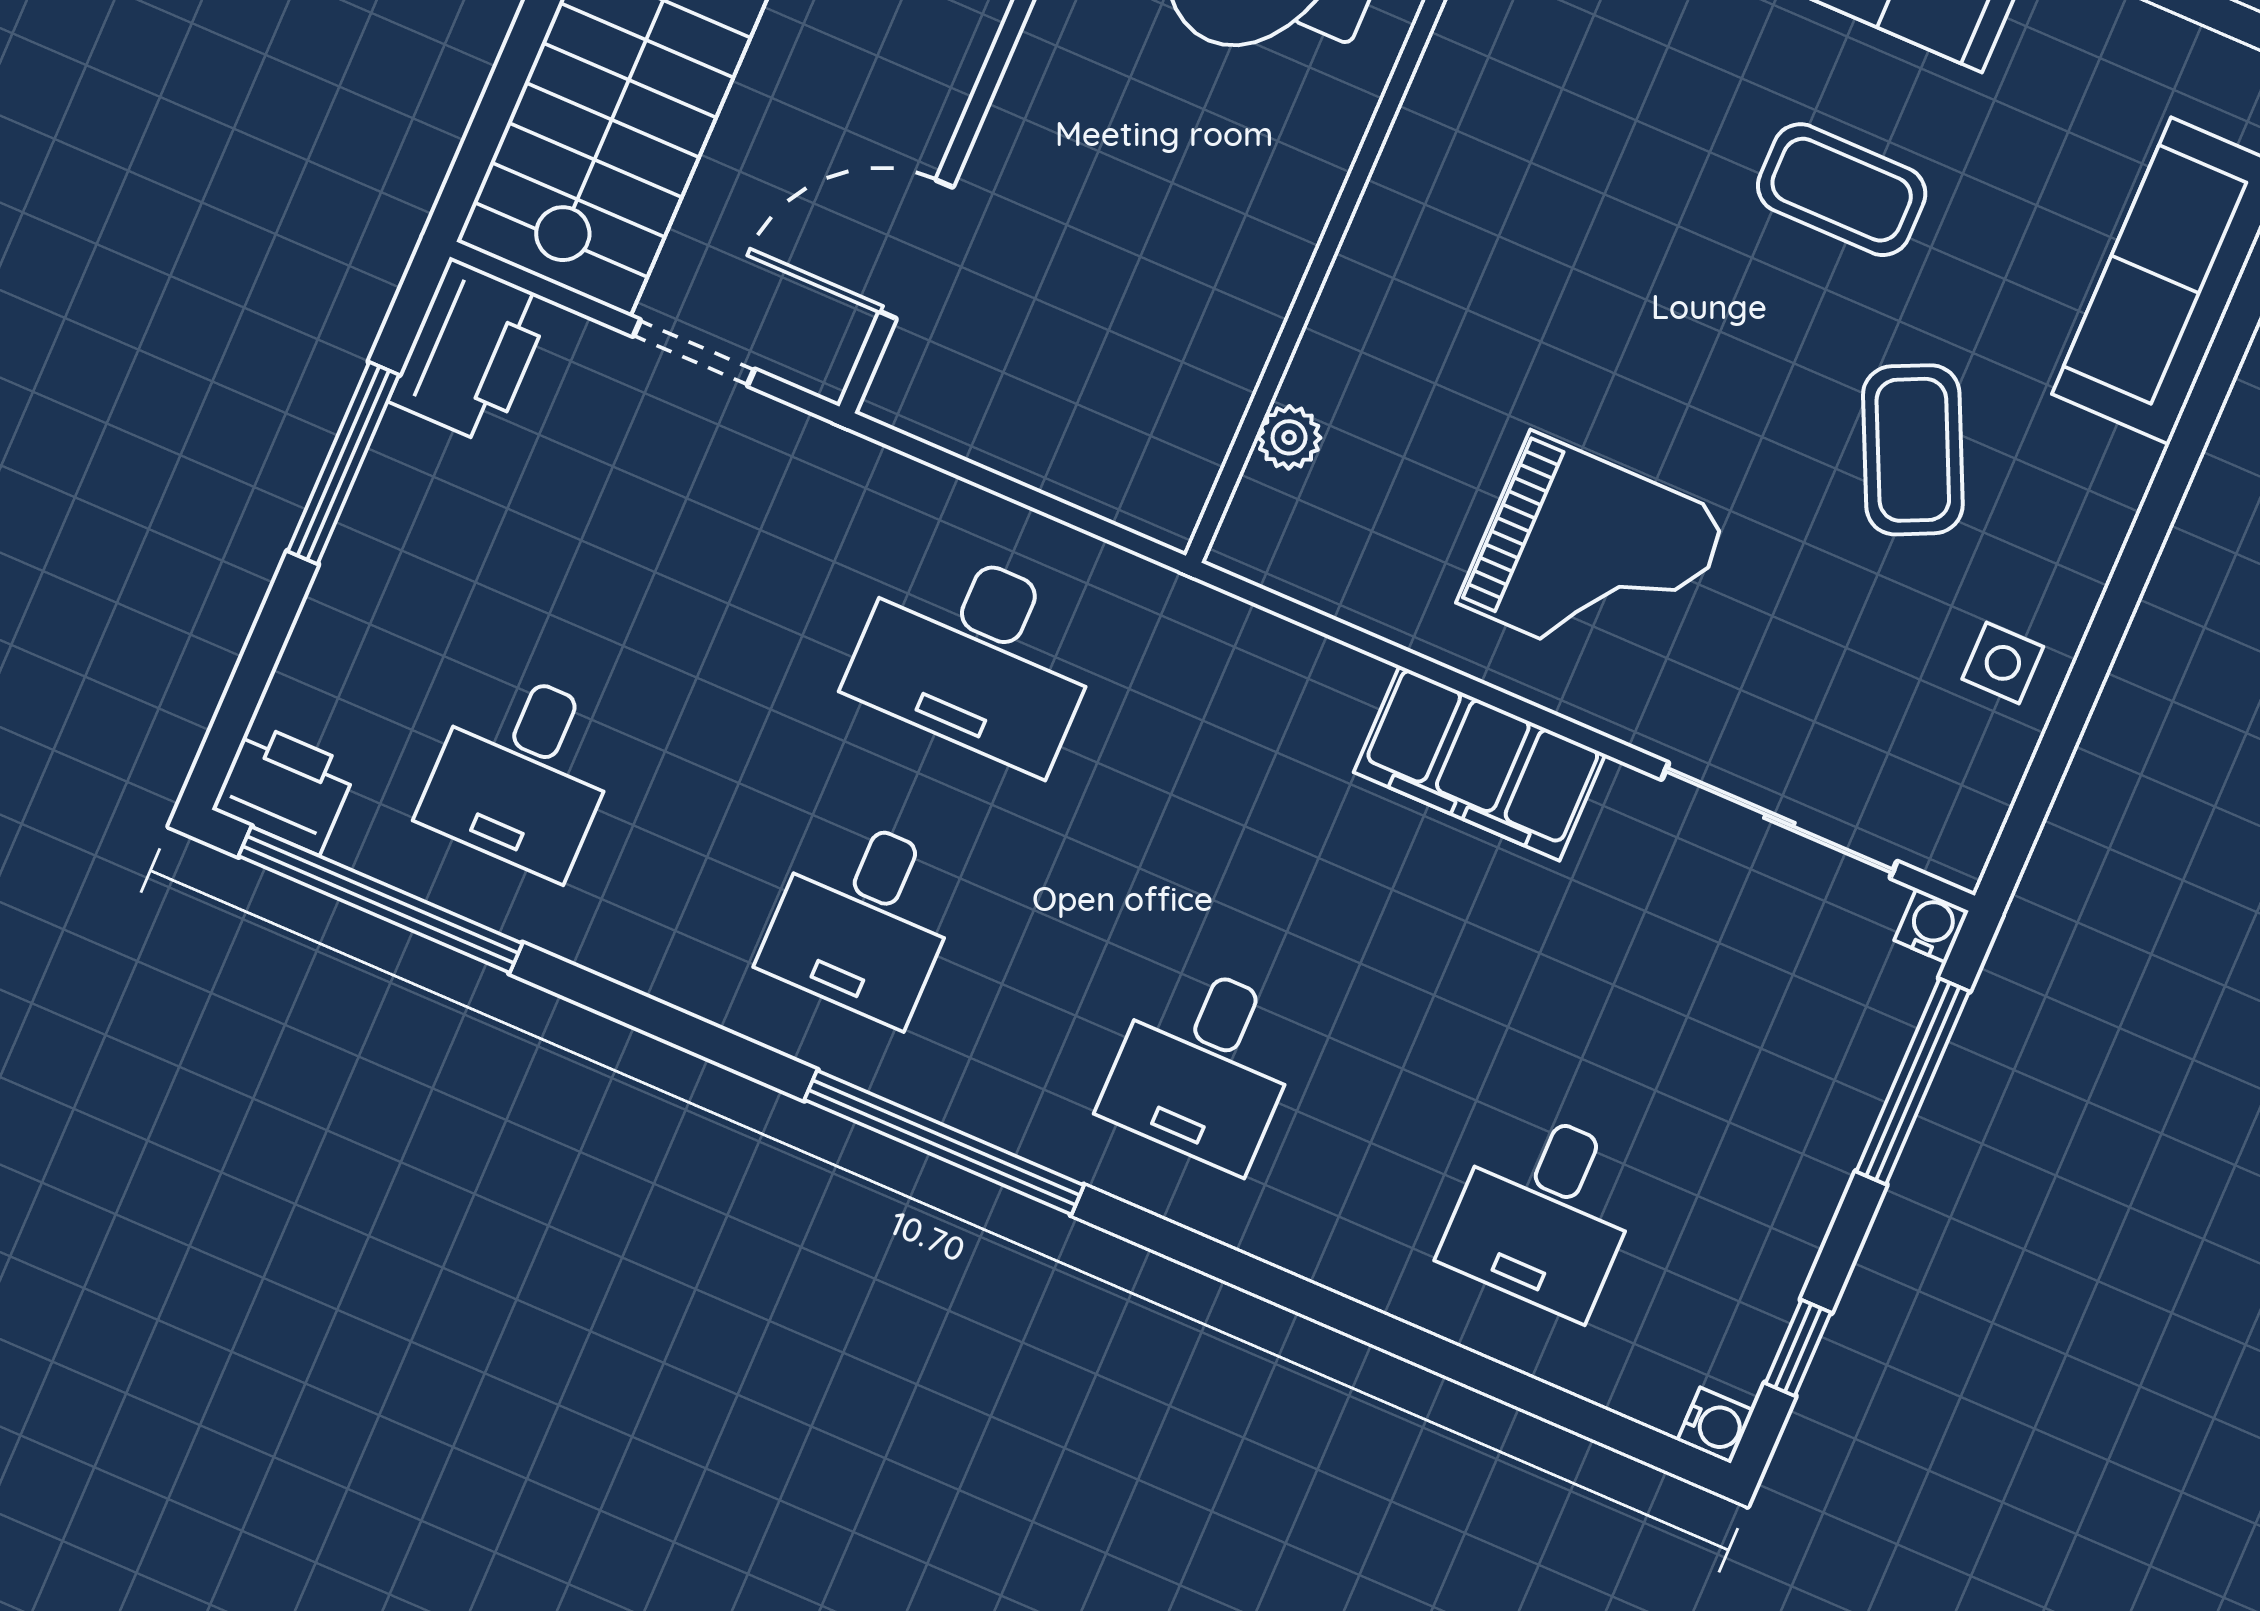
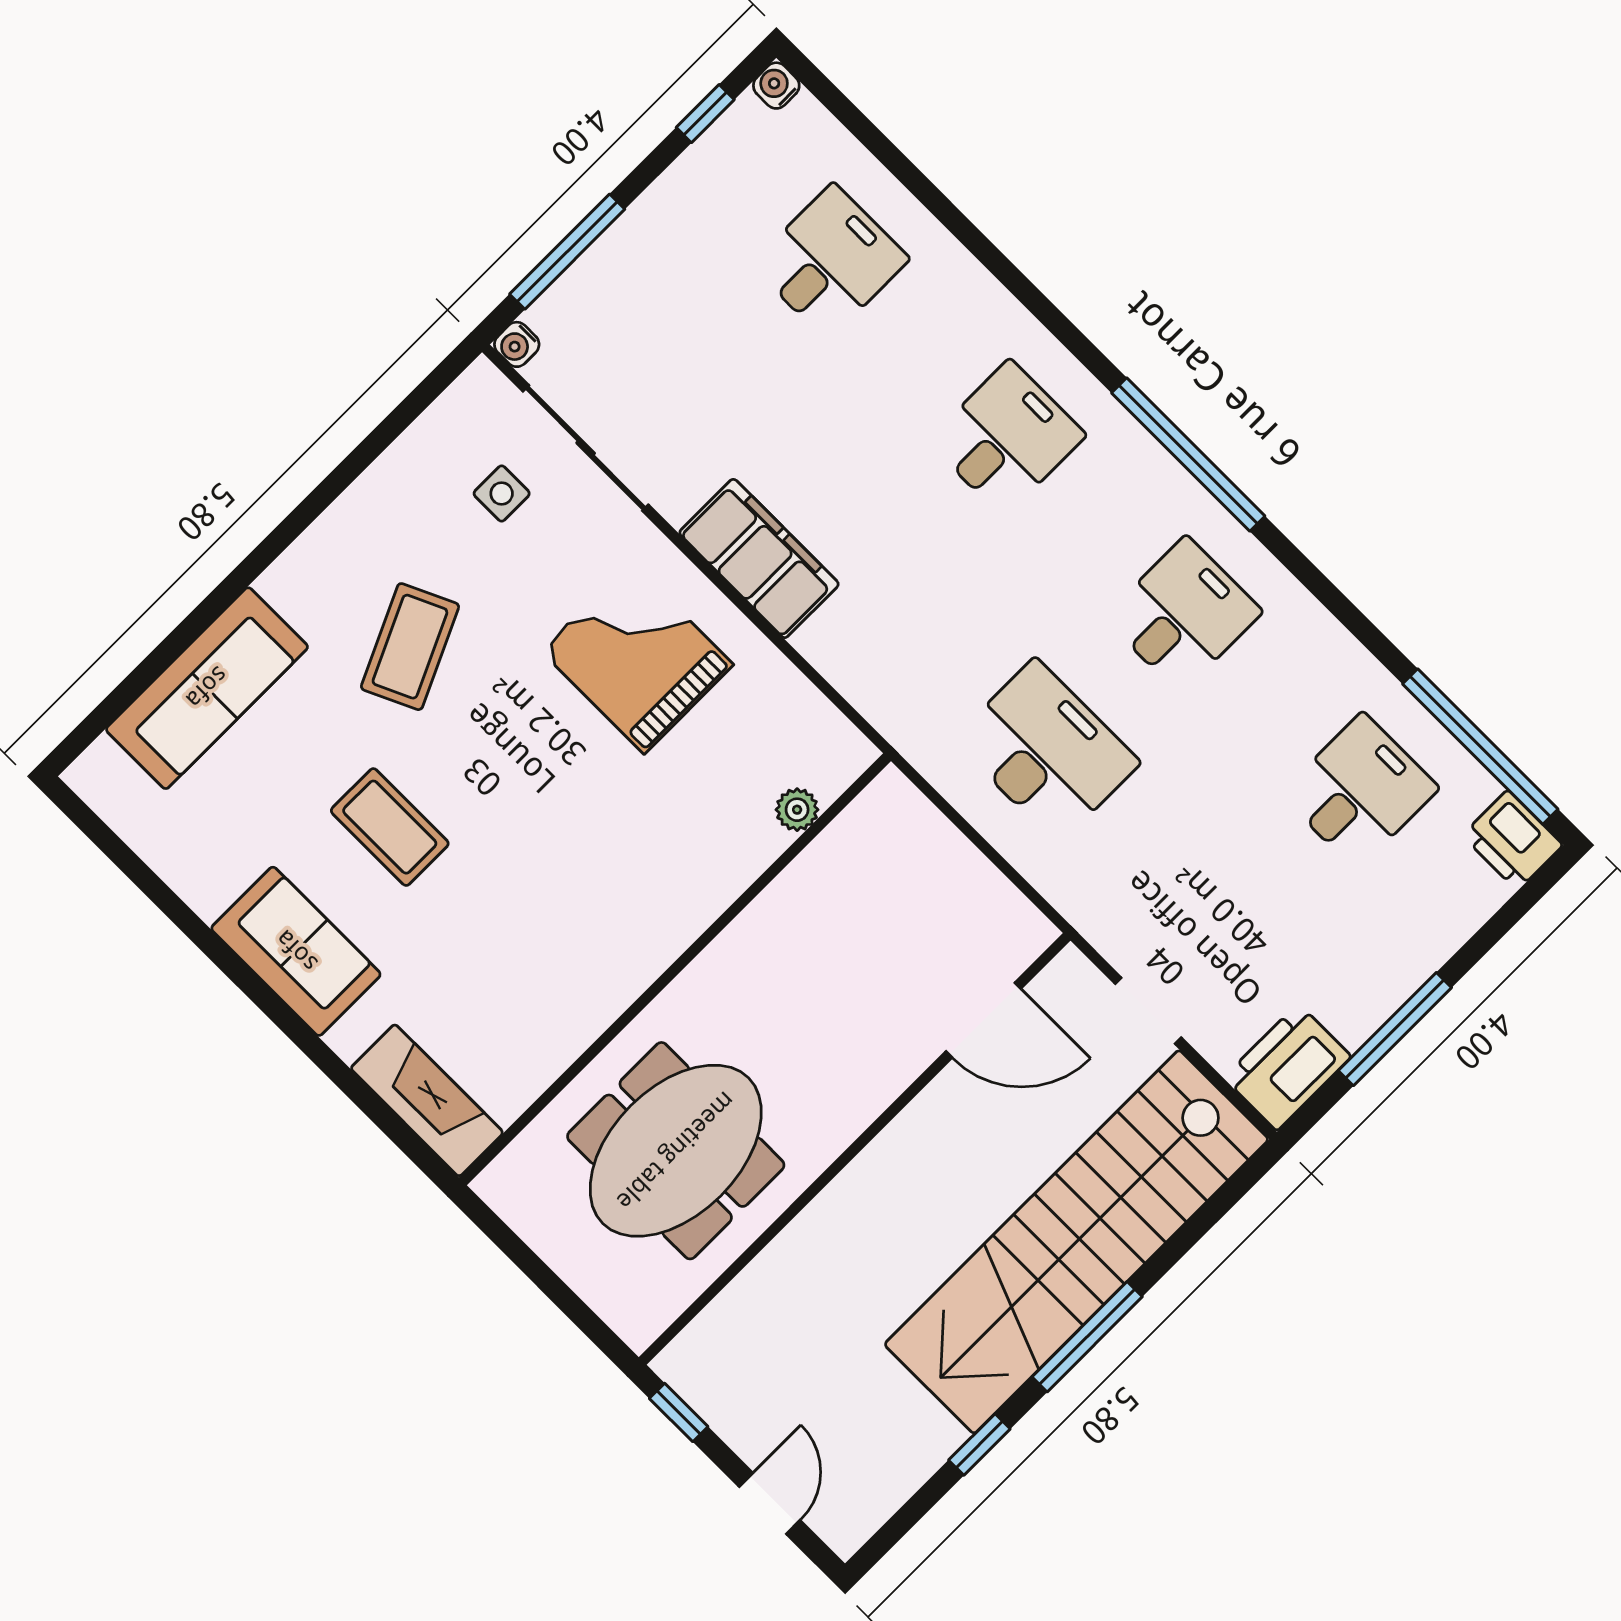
side table: (2003, 663) -> (502, 494), moved

